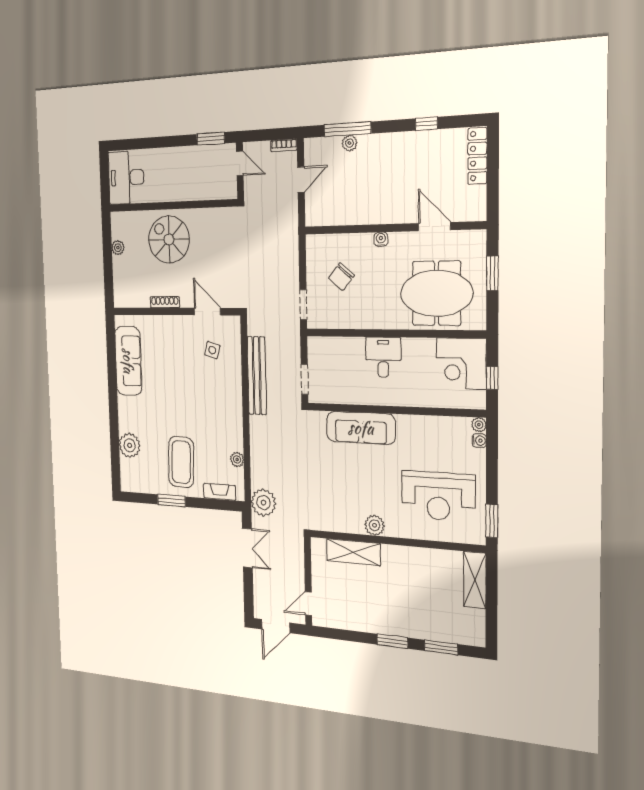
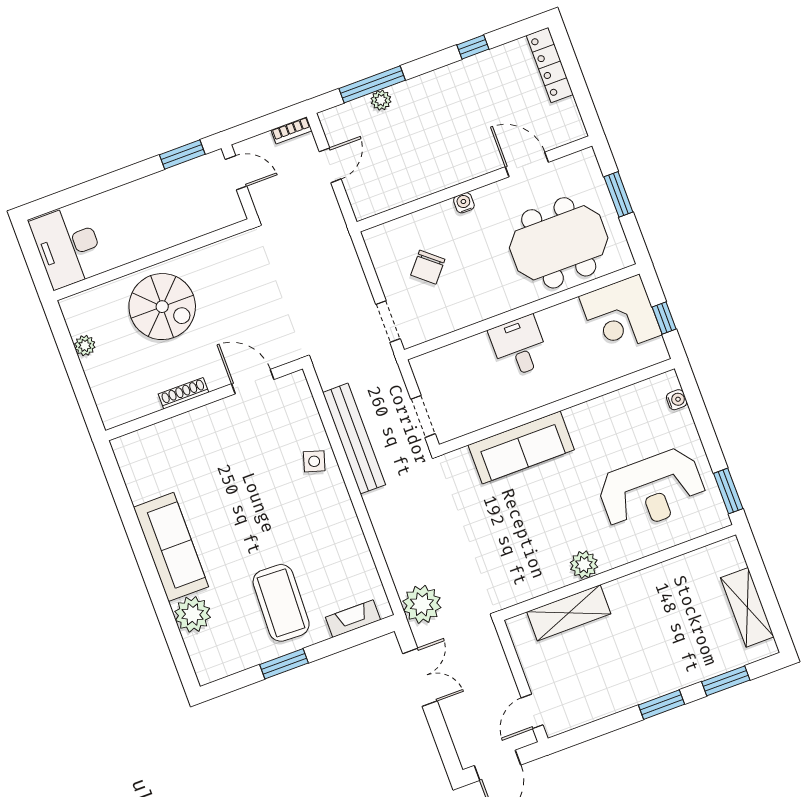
spiral stairs: (169, 239) -> (162, 307), turned 180
side table: (212, 350) -> (314, 461), moved
sofa: (128, 361) -> (171, 547), moved
plant: (479, 425) -> (669, 381), removed
plant: (237, 459) -> (364, 563), removed
shelving: (475, 580) -> (747, 607), moved

